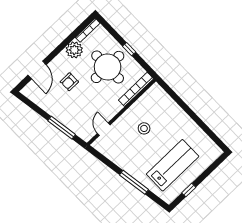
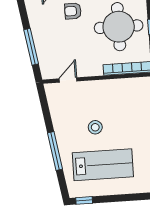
stool: (144, 128) -> (95, 127), moved
window: (189, 190) -> (84, 200), moved

